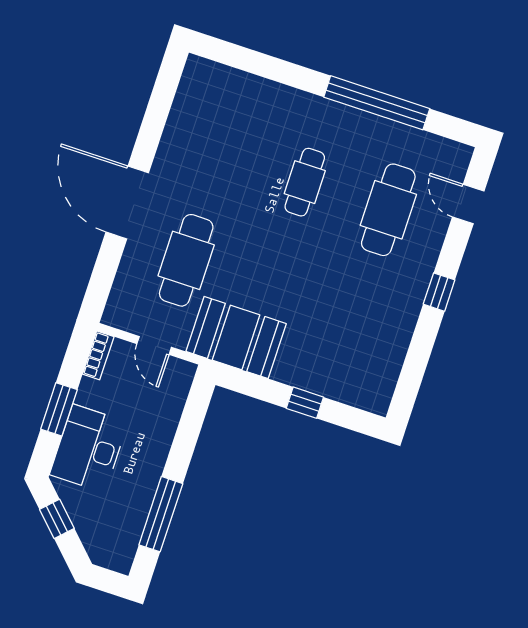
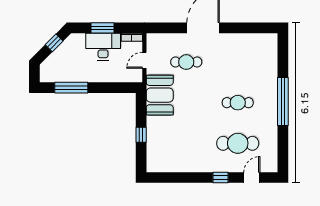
window: (377, 103) -> (283, 102), moved
cafe table: (186, 260) -> (186, 62), width x0.73, depth x0.74
window: (439, 292) -> (220, 178), moved
desk: (89, 448) -> (103, 47), moved

